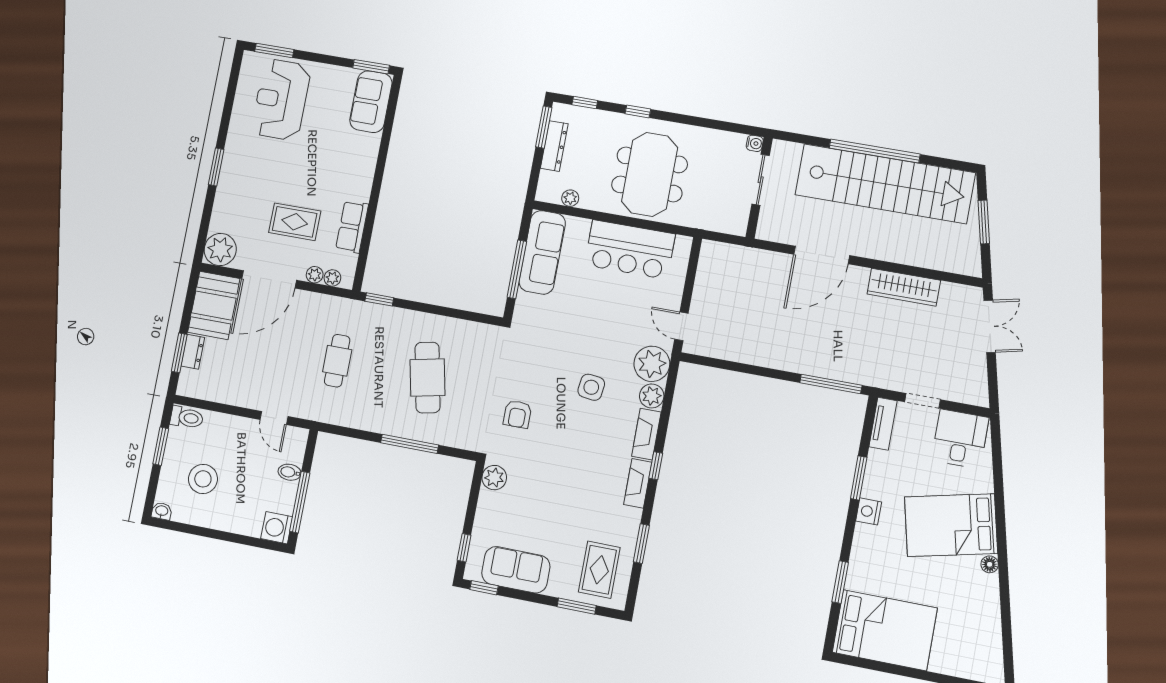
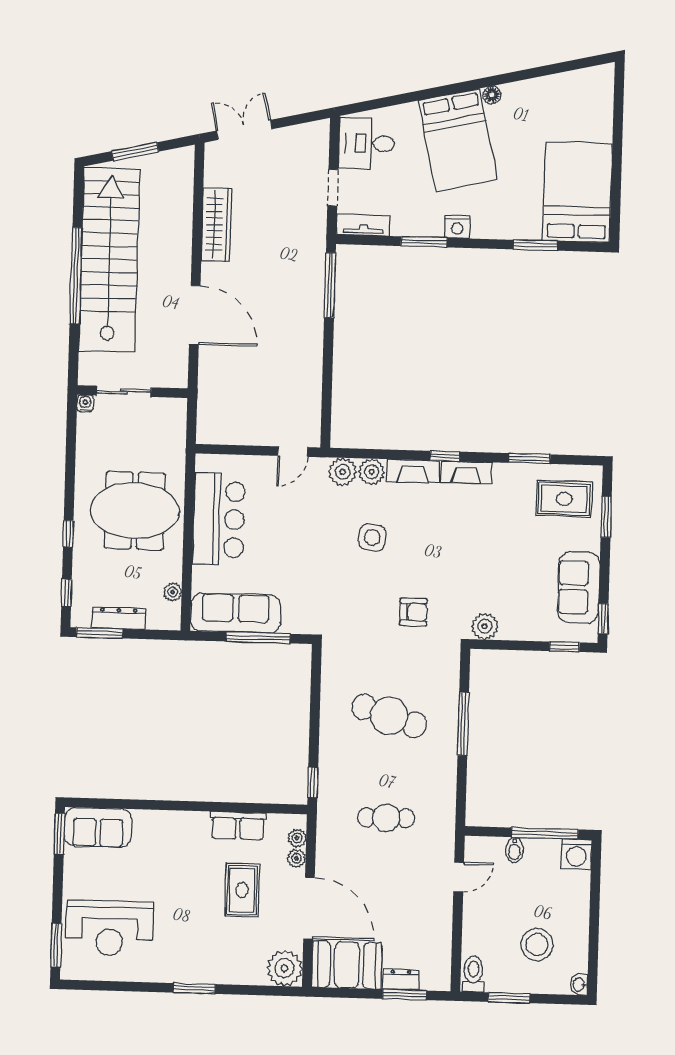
plant: (652, 364) -> (343, 472), width x0.73, depth x0.73
cafe table: (428, 378) -> (389, 716), turned 30

